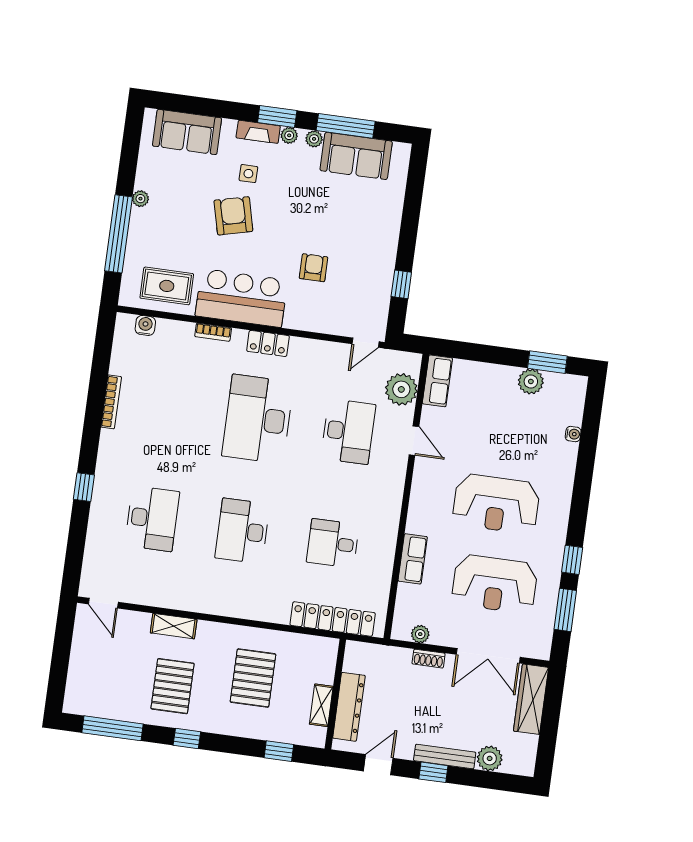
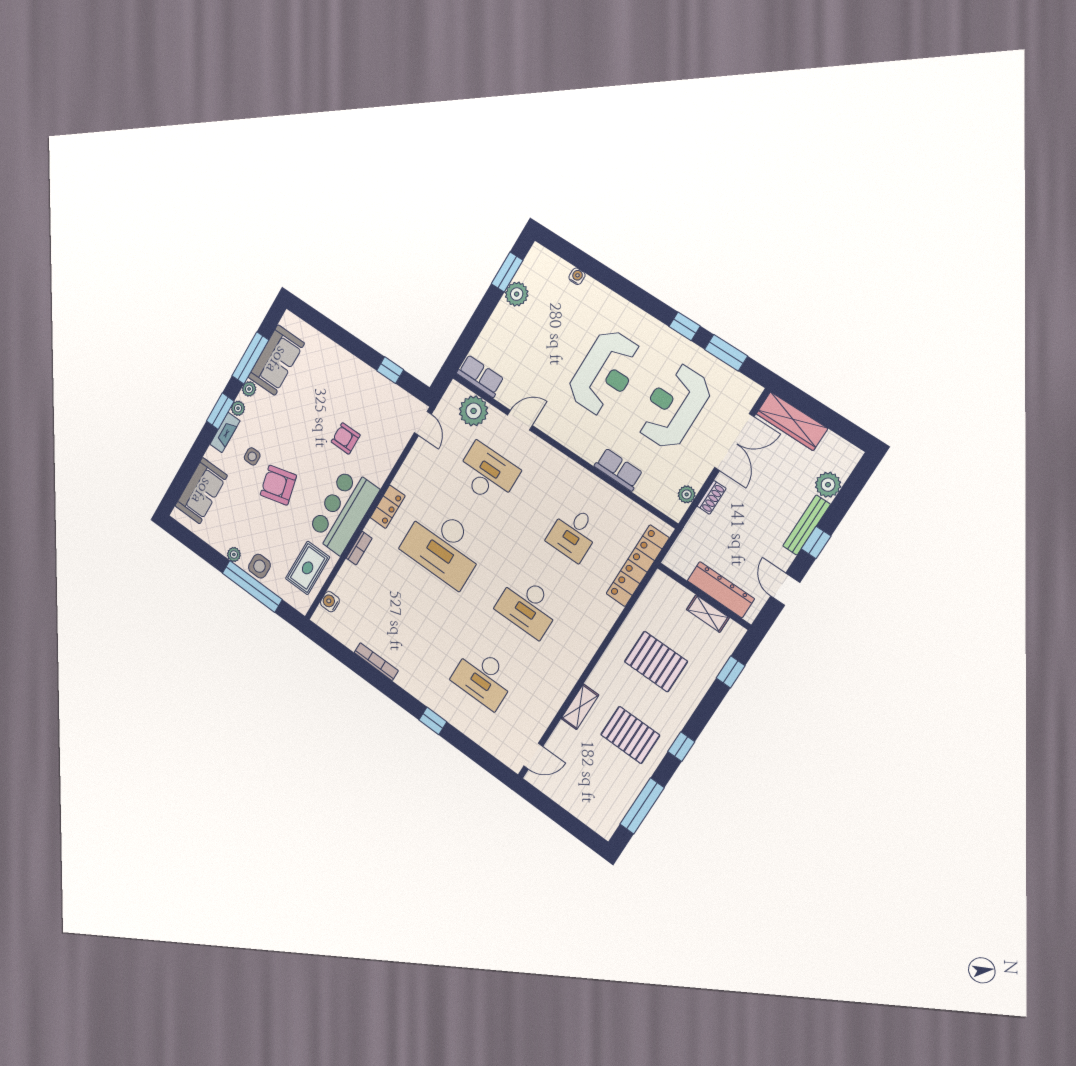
side table: (143, 232) -> (259, 566), added
desk: (152, 519) -> (483, 678), turned 180
reception desk: (495, 584) -> (674, 406), turned 180

